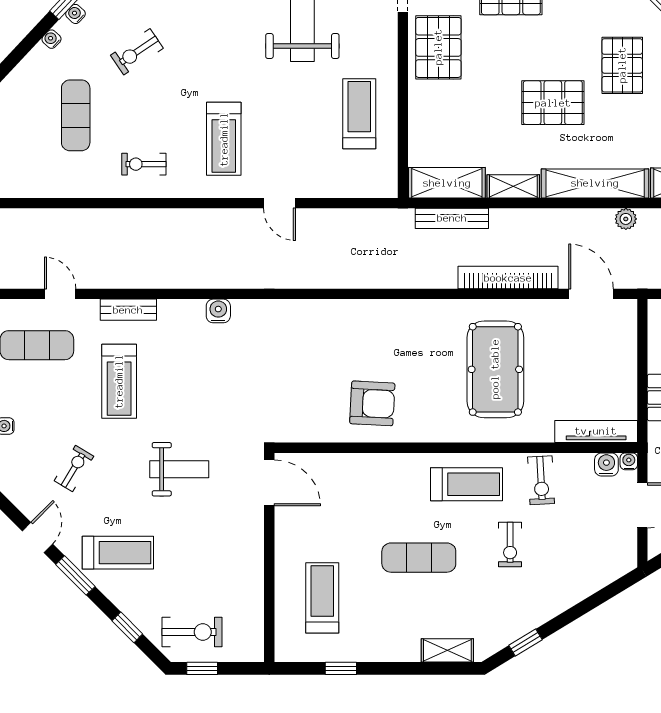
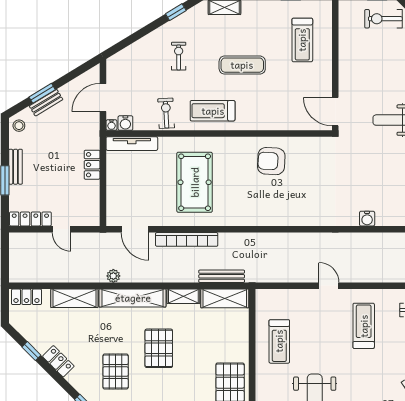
pallet: (553, 103) -> (159, 348), turned 90
exercise bike: (510, 544) -> (179, 56), moved

